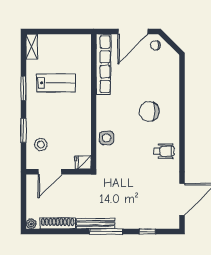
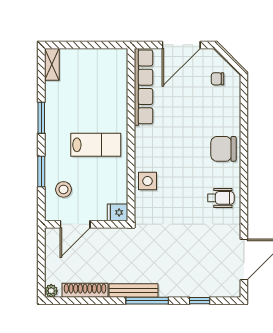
chair: (155, 45) -> (218, 79), moved
lab bench: (56, 83) -> (96, 145), moved
chair: (149, 111) -> (223, 149), moved

